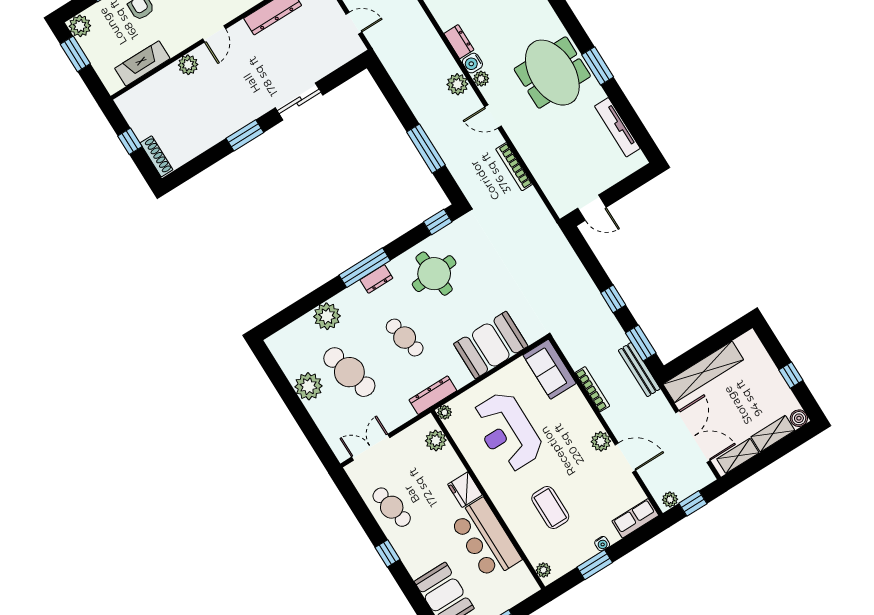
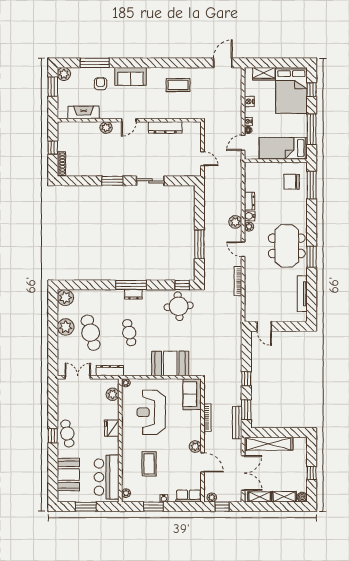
round table: (434, 274) -> (179, 306), moved
plant: (327, 316) -> (65, 298), moved
dresser: (433, 395) -> (110, 371), moved
cafe table: (392, 507) -> (67, 433), moved
bar counter: (485, 539) -> (107, 477), moved

